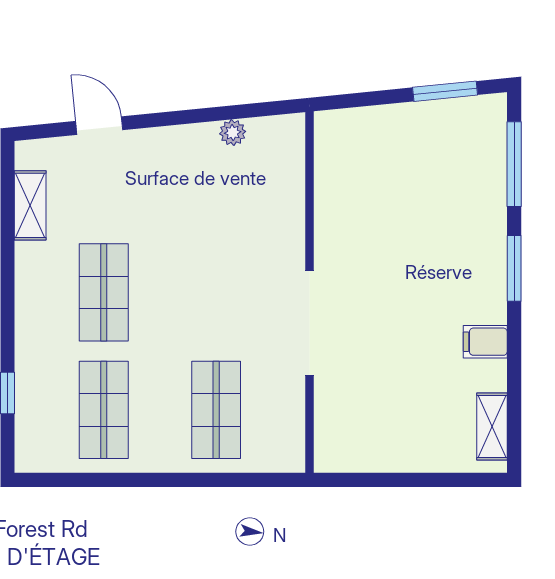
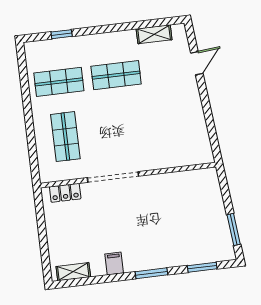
plant: (233, 133) -> (201, 129), removed
window: (514, 164) -> (202, 267), width x0.69
shop shelf: (216, 410) -> (65, 137), turned 90
locker: (330, 424) -> (65, 193), added

